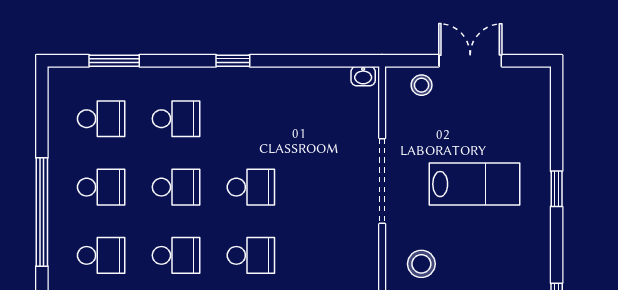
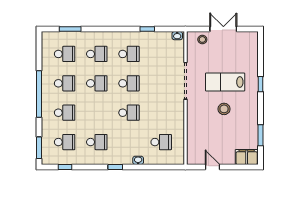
window: (233, 61) -> (147, 29), moved
lab bench: (475, 184) -> (225, 82), turned 180
school desk: (176, 255) -> (129, 54), moved
stool: (421, 264) -> (224, 109), moved

